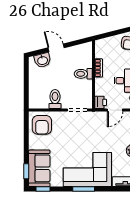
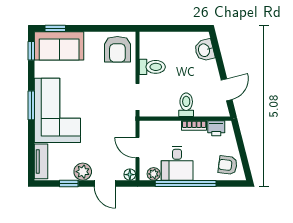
door: (56, 48) -> (227, 90), moved
printer: (101, 102) -> (216, 128), moved
armchair: (42, 125) -> (117, 49), turned -90

